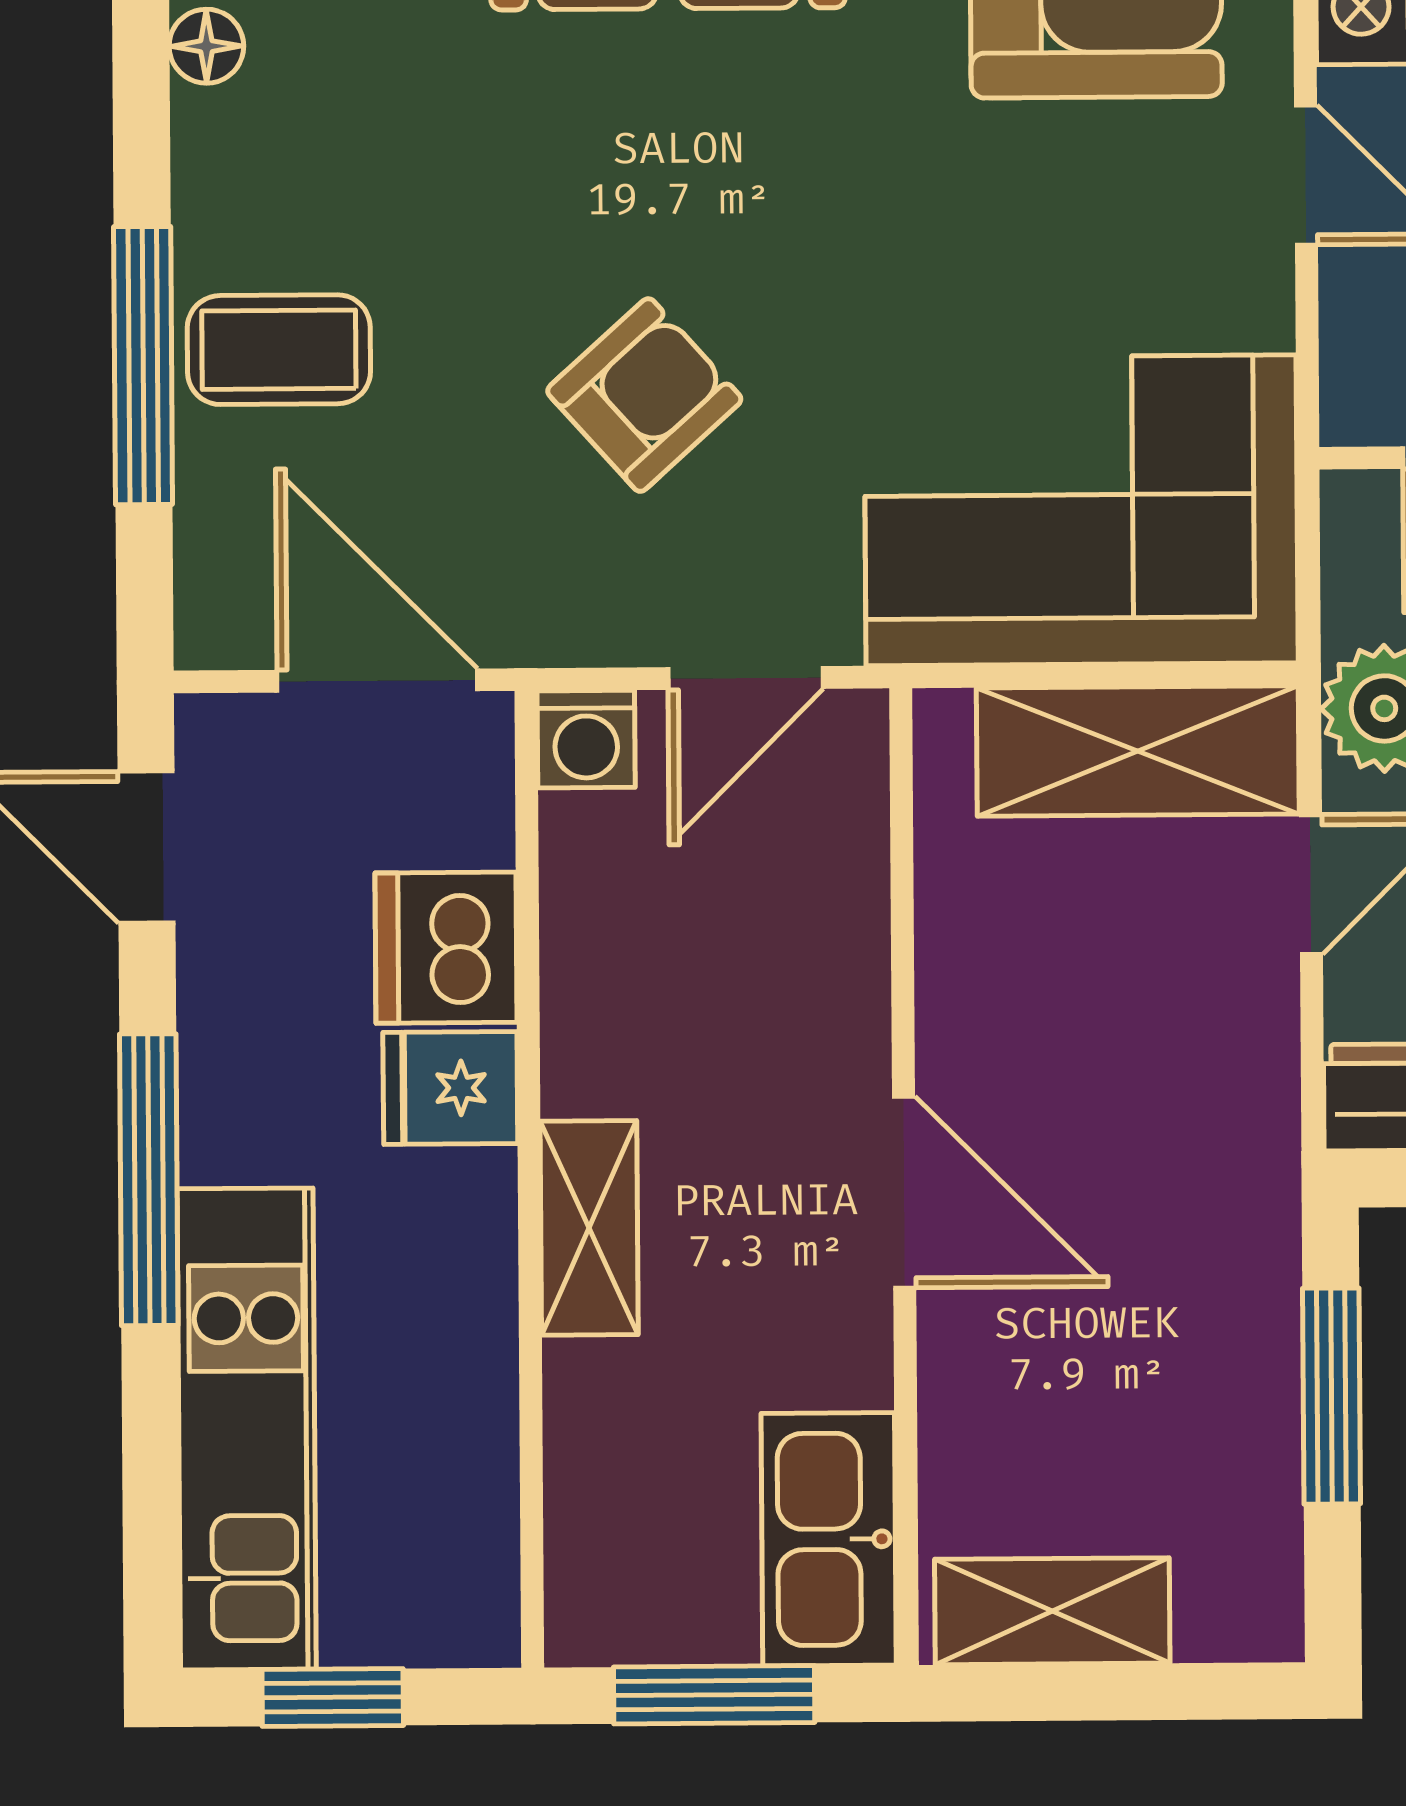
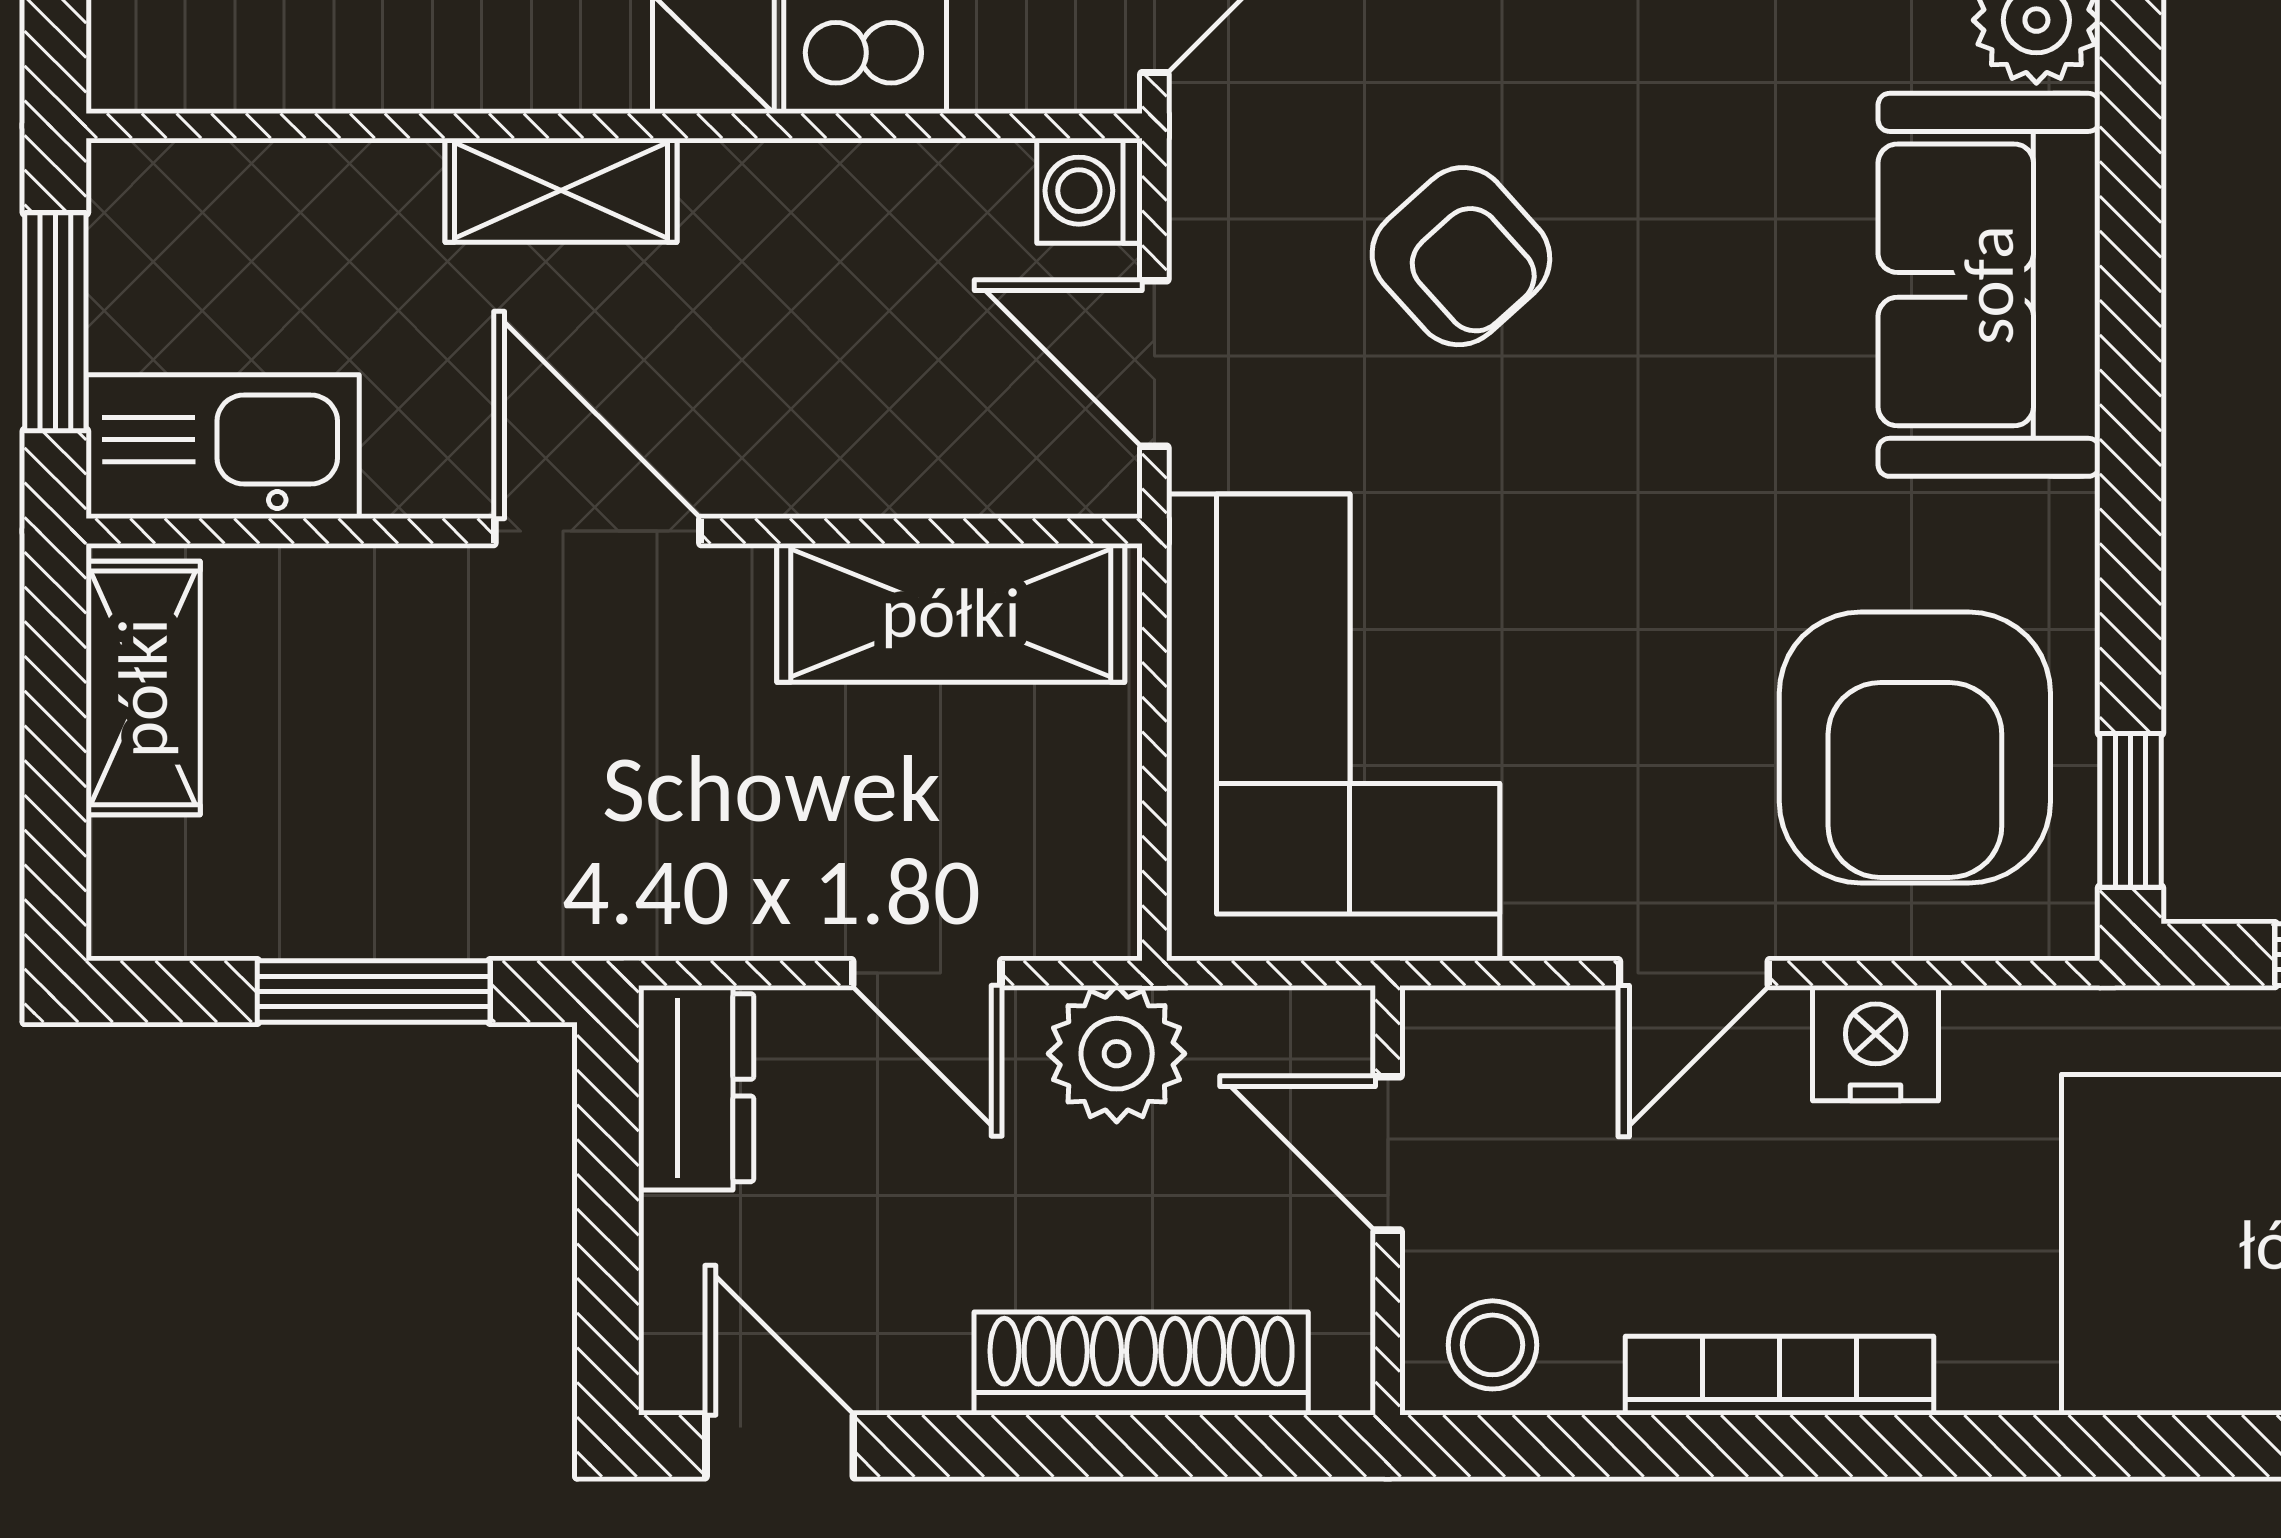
shelving: (1138, 751) -> (951, 613), moved, turned 90
door: (904, 1192) -> (597, 531), swing flipped

